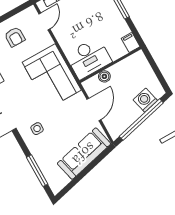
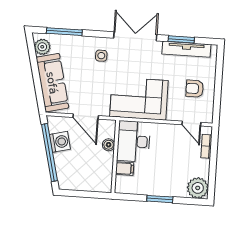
filing cabinet: (131, 42) -> (125, 169), moved
washing machine: (145, 100) -> (60, 142), moved
plant: (61, 180) -> (42, 47), added

